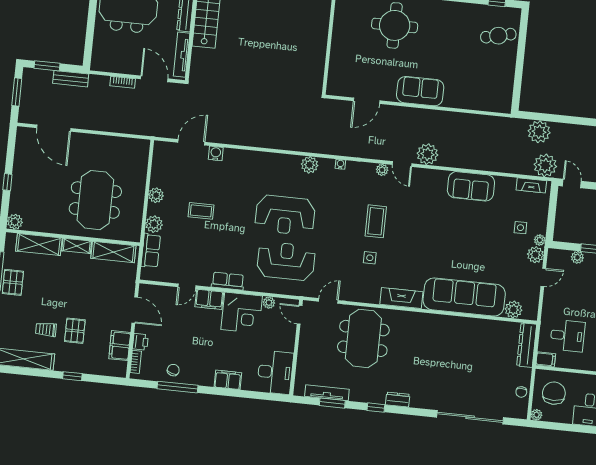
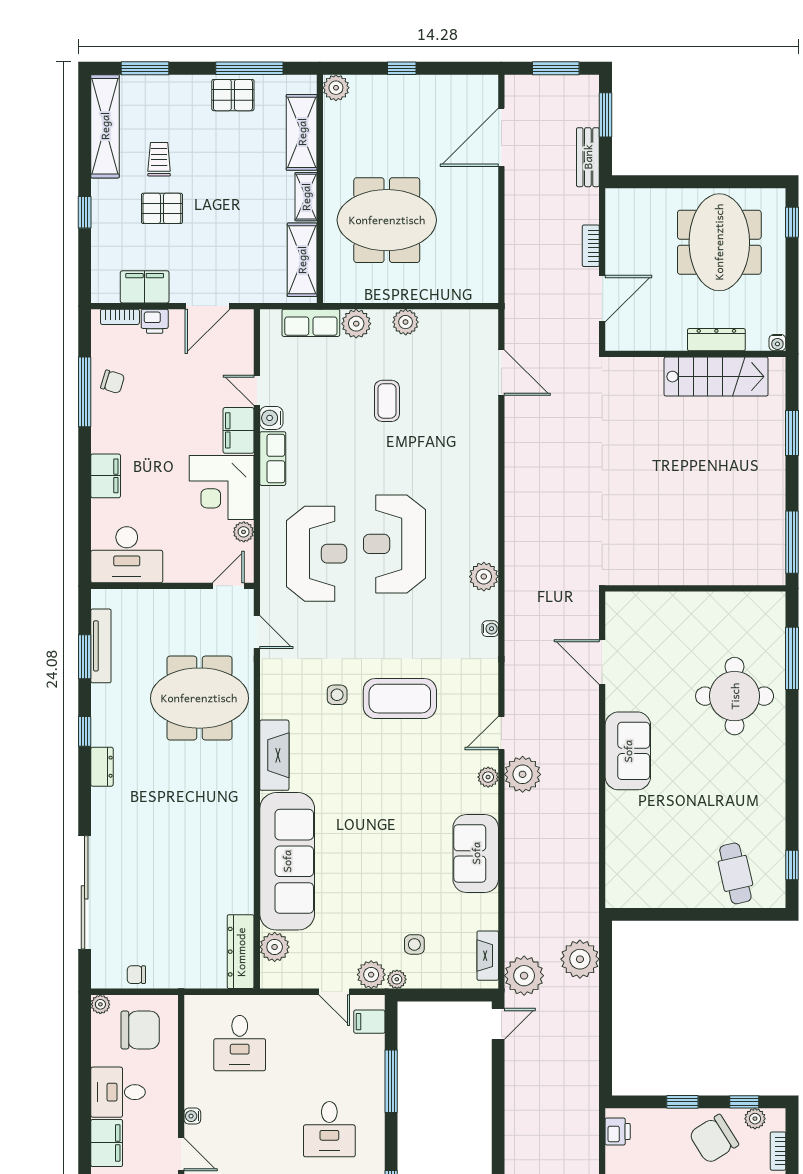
tv unit: (182, 55) -> (648, 341), removed
water cooler: (216, 153) -> (271, 418), moved, turned 180
plant: (382, 170) -> (488, 777), moved
coffee table: (376, 221) -> (400, 699), width x1.36, depth x1.32
plant: (577, 257) -> (374, 1046), removed
dresser: (527, 345) -> (241, 952), moved, turned -90
filing cabinet: (546, 359) -> (369, 1022), moved, turned 90

